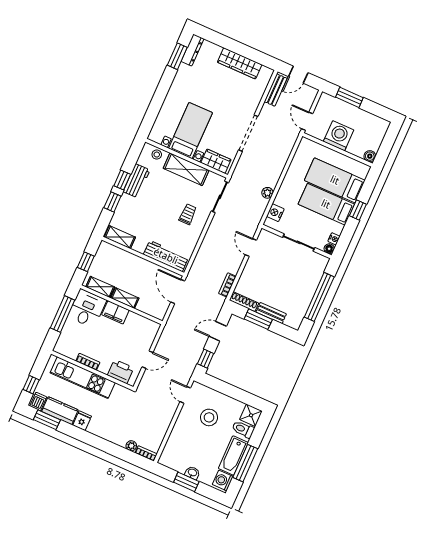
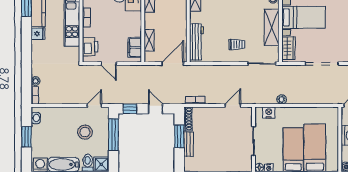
shelving: (125, 298) -> (149, 40), moved
filing cabinet: (115, 312) -> (135, 47), moved
window: (225, 388) -> (113, 135), added
washbasin: (192, 473) -> (36, 118), moved

